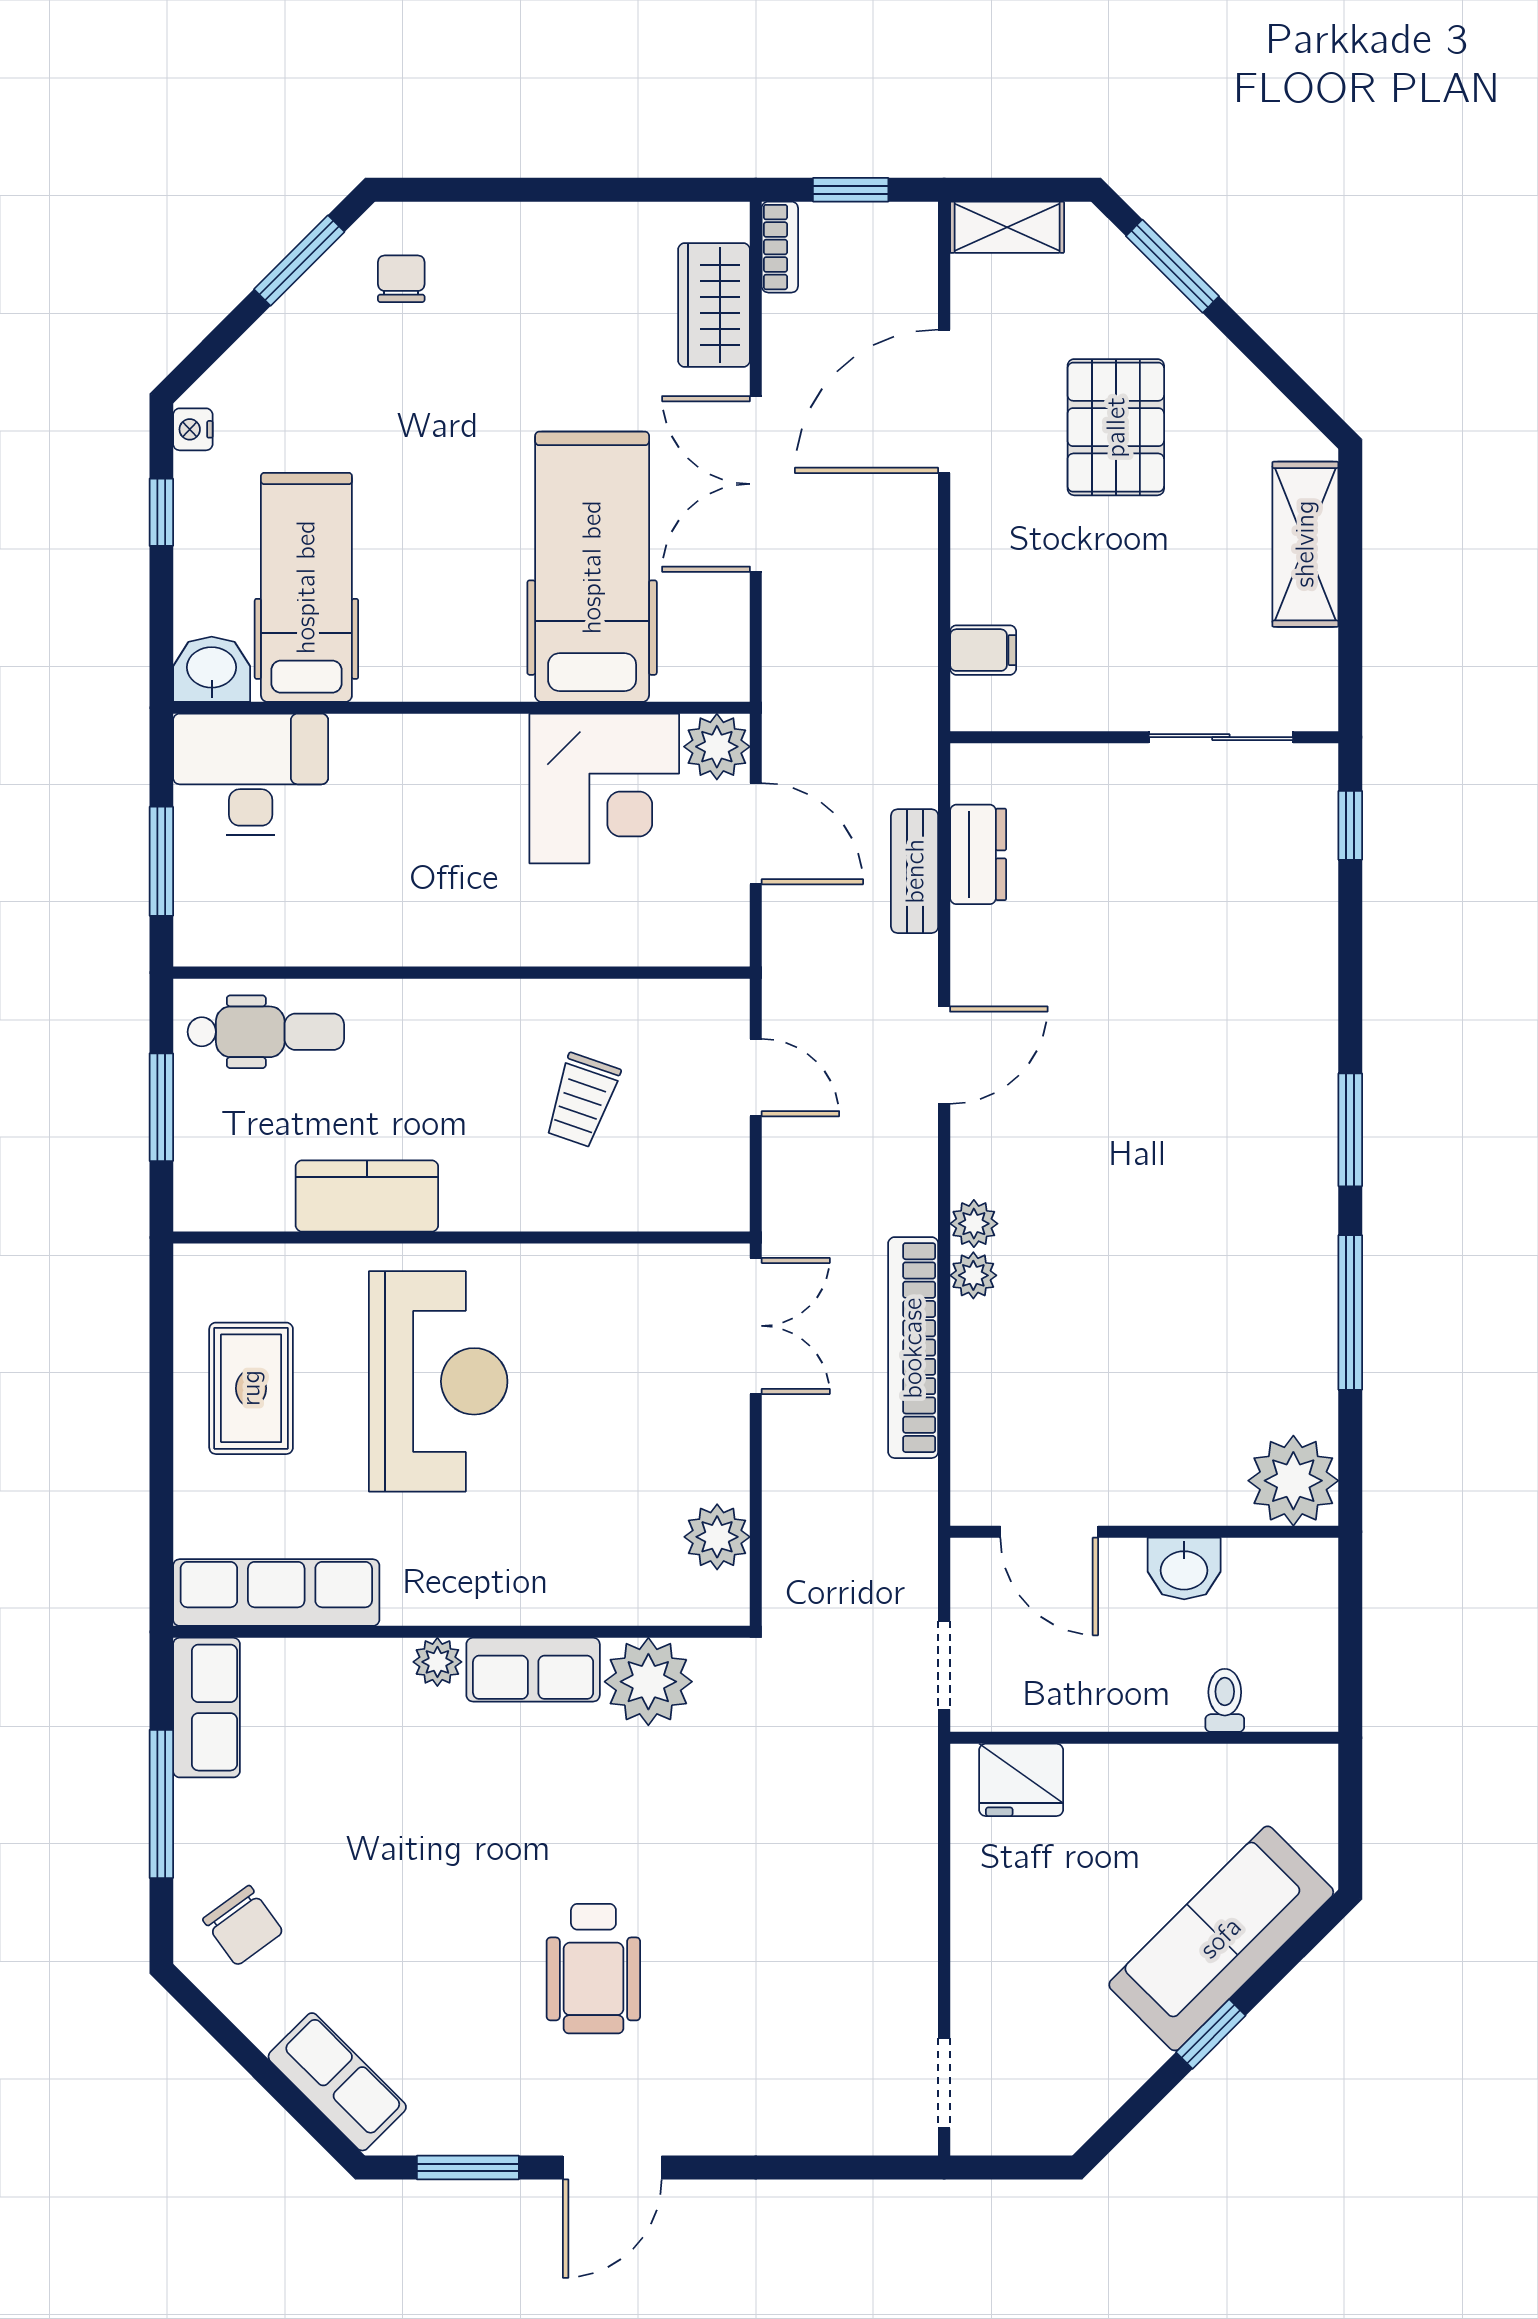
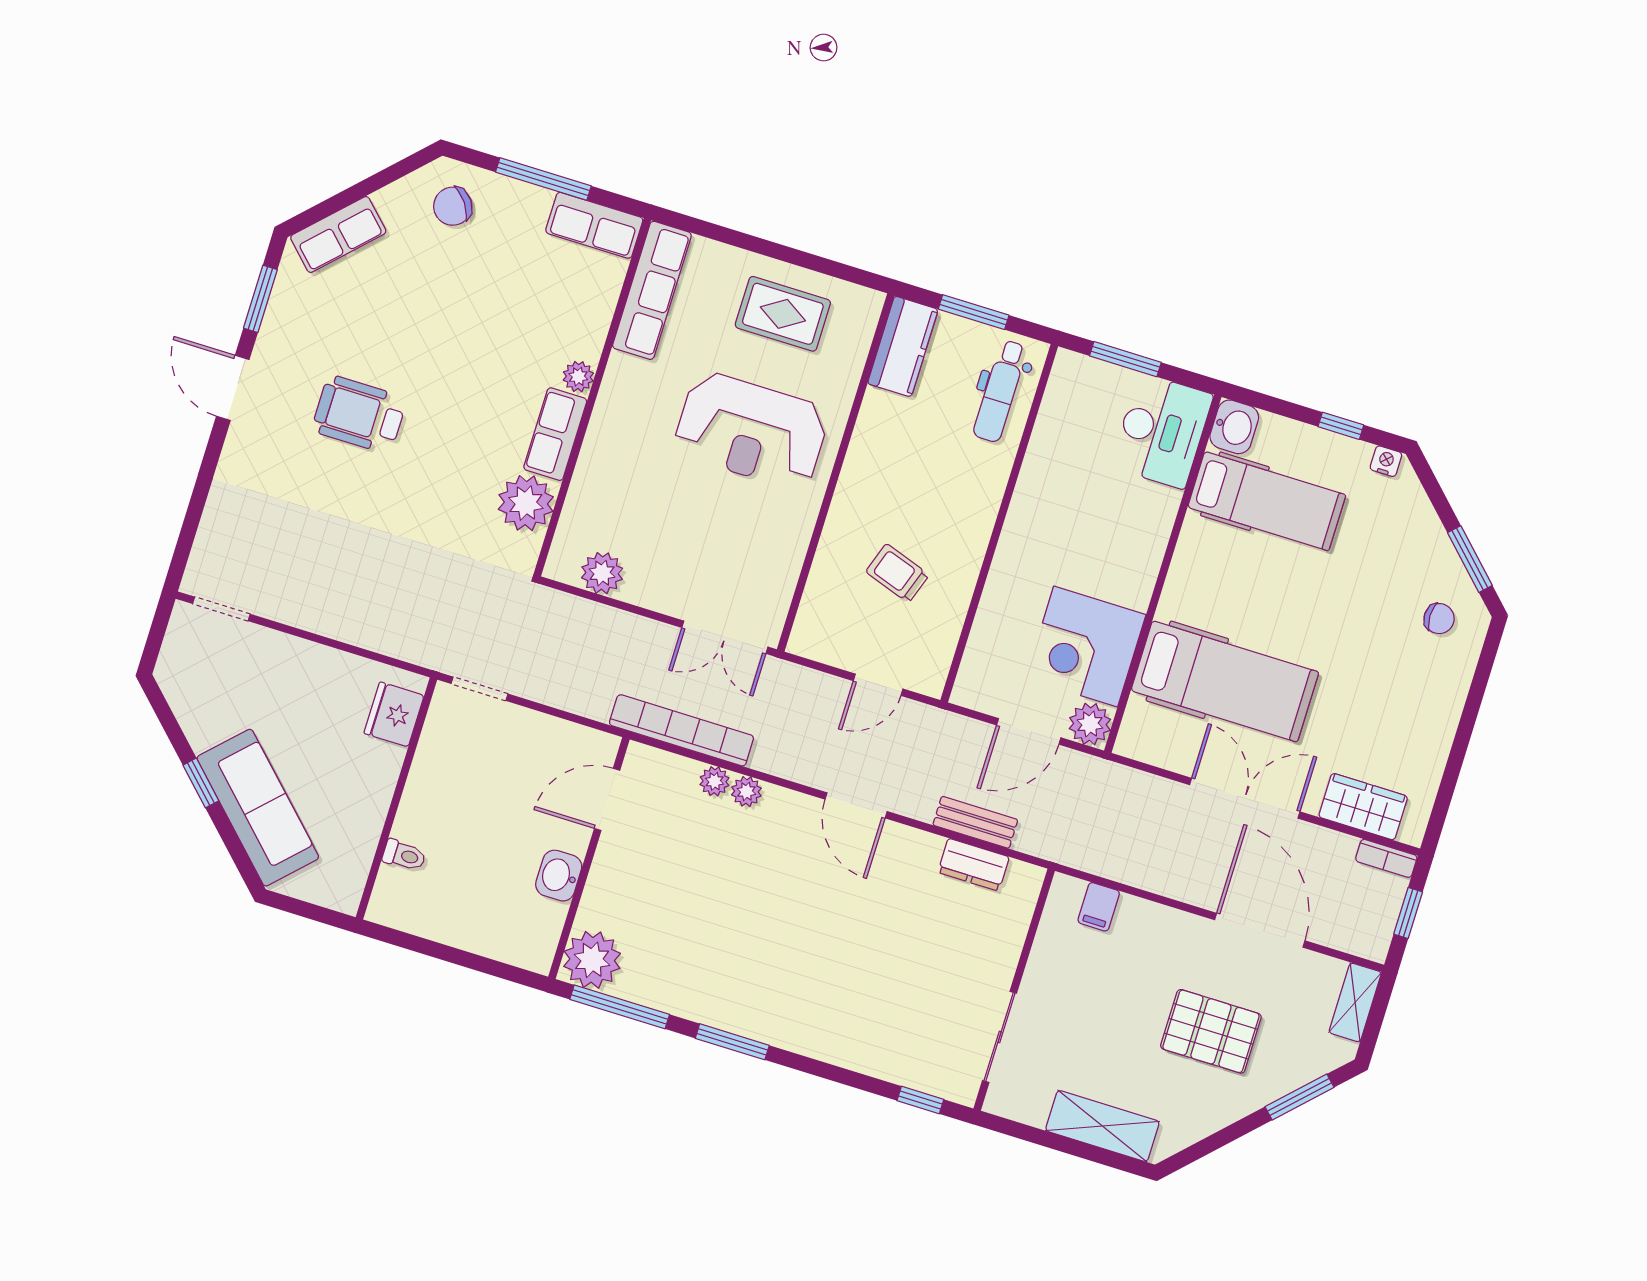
kitchen counter: (367, 1196) -> (903, 346), moved
plant: (1293, 1481) -> (592, 960), moved
door: (1049, 1532) -> (607, 799), moved
wall: (1144, 1532) -> (589, 858), moved
washbasin: (1184, 1569) -> (559, 876), moved

